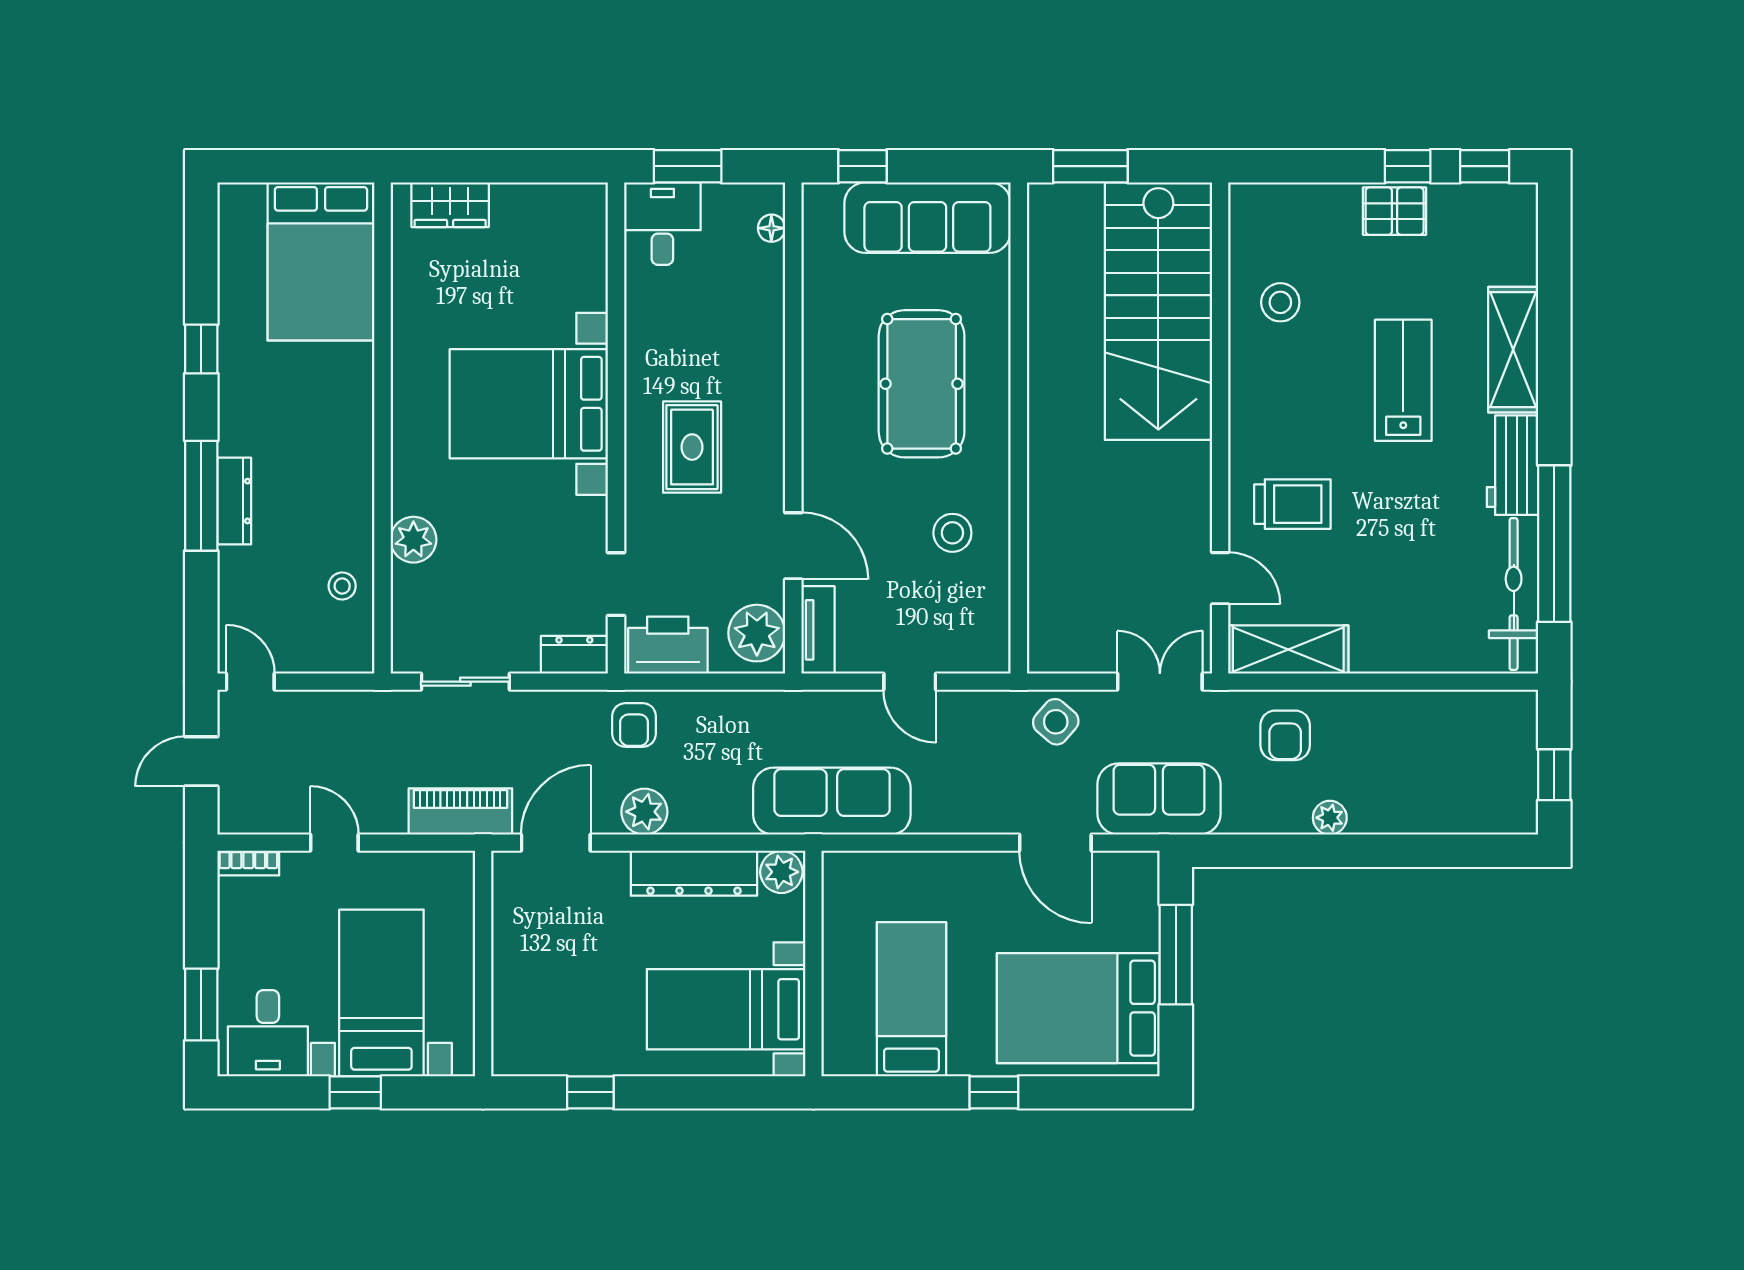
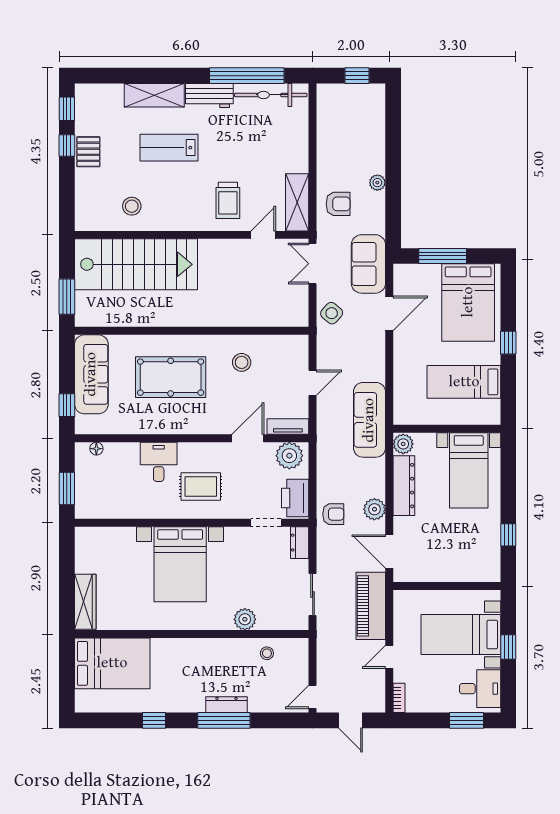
wardrobe: (450, 205) -> (85, 602), width x1.50
desk: (662, 224) -> (159, 462), moved, turned 90
trolley: (1292, 504) -> (228, 200), turned 180
piano: (460, 811) -> (371, 606), width x1.37, depth x1.33

